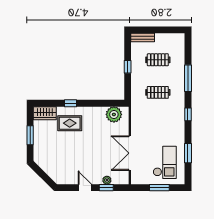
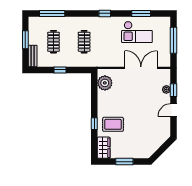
window: (160, 30) -> (25, 40), added
window: (188, 78) -> (52, 13), moved
rug: (70, 123) -> (113, 124), turned 90
double door: (130, 153) -> (141, 68), swing flipped
checkout: (165, 162) -> (137, 32), moved, turned 180
window: (159, 188) -> (173, 40), width x1.44

